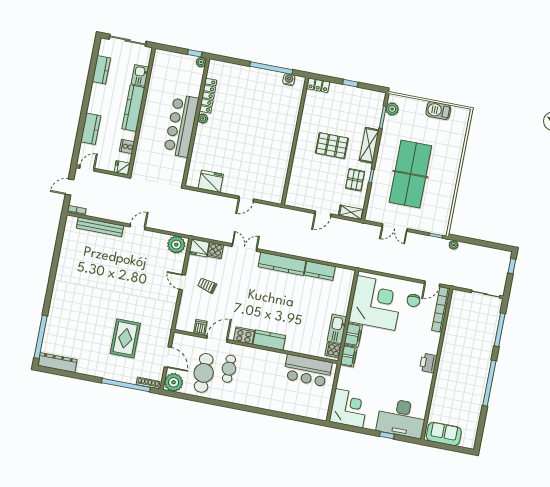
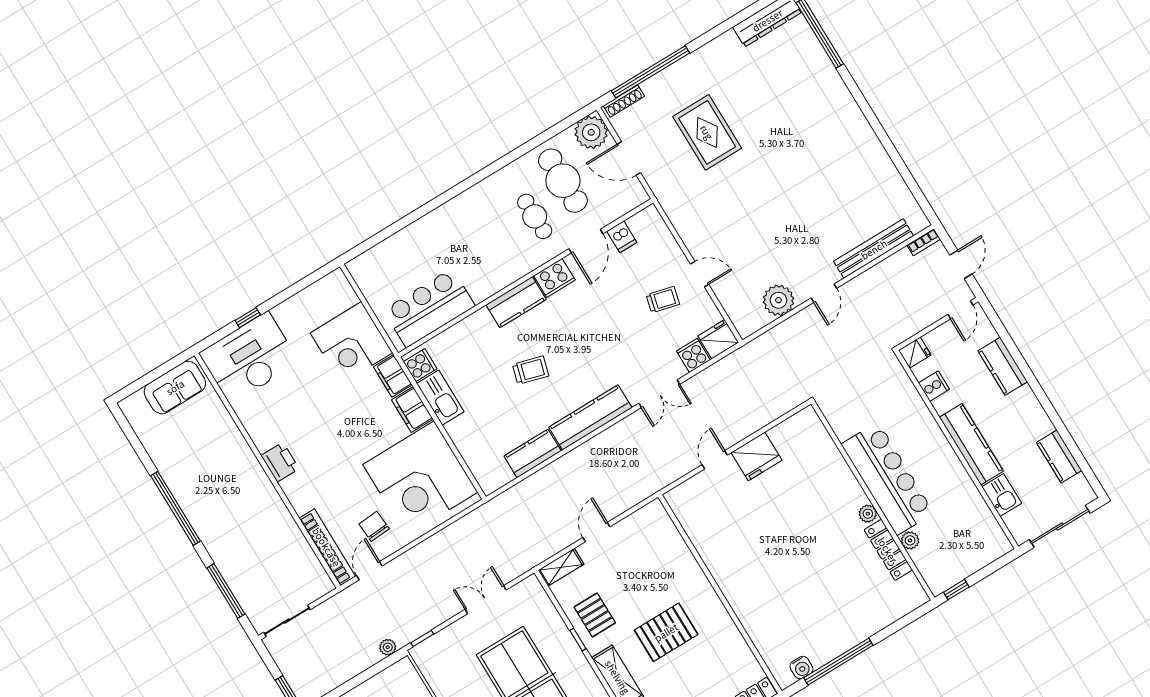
plant: (201, 62) -> (910, 540), moved
fridge: (211, 181) -> (756, 456), moved
plant: (176, 245) -> (778, 300), moved
trolley: (289, 306) -> (531, 370), added
corner desk: (349, 408) -> (351, 343), moved

